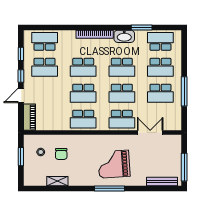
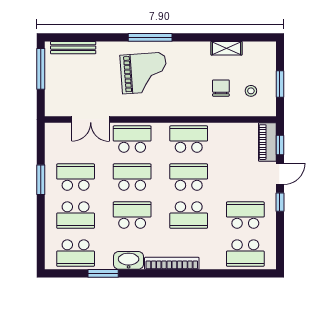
window: (21, 54) -> (280, 145), moved
school desk: (83, 67) -> (189, 215), turned 180
school desk: (160, 67) -> (76, 215), turned 180
window: (184, 91) -> (41, 180), width x0.69

